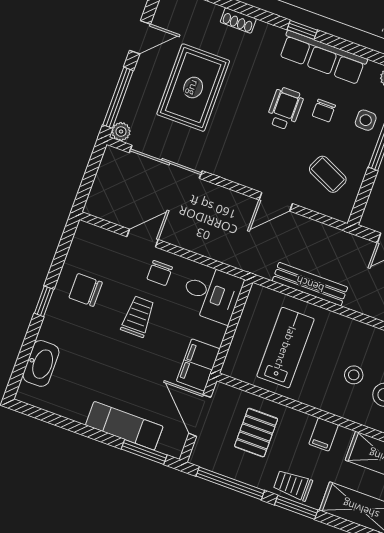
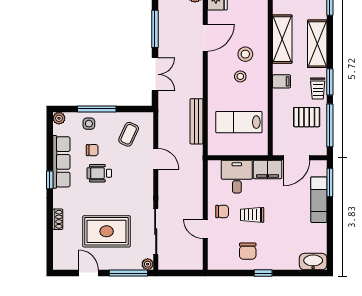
desk: (212, 294) -> (237, 177), moved
washbasin: (41, 363) -> (313, 262), moved
pallet: (256, 433) -> (307, 117), moved

